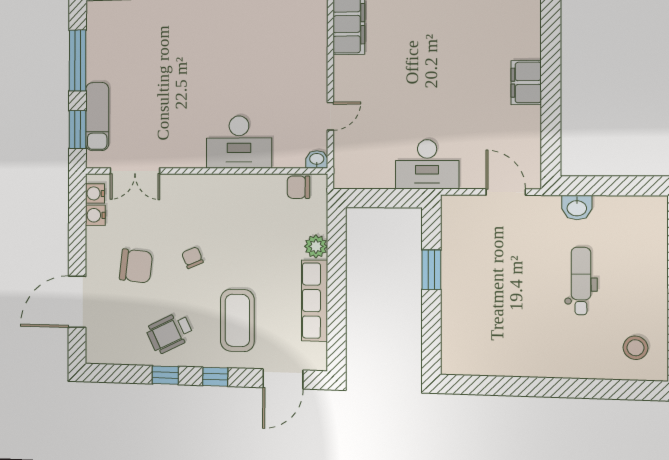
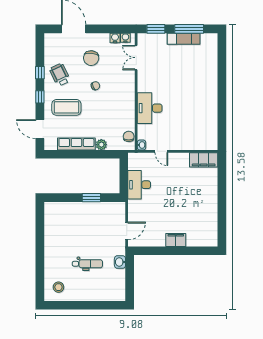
exam couch: (97, 117) -> (184, 39), moved
desk: (427, 164) -> (139, 185), moved

